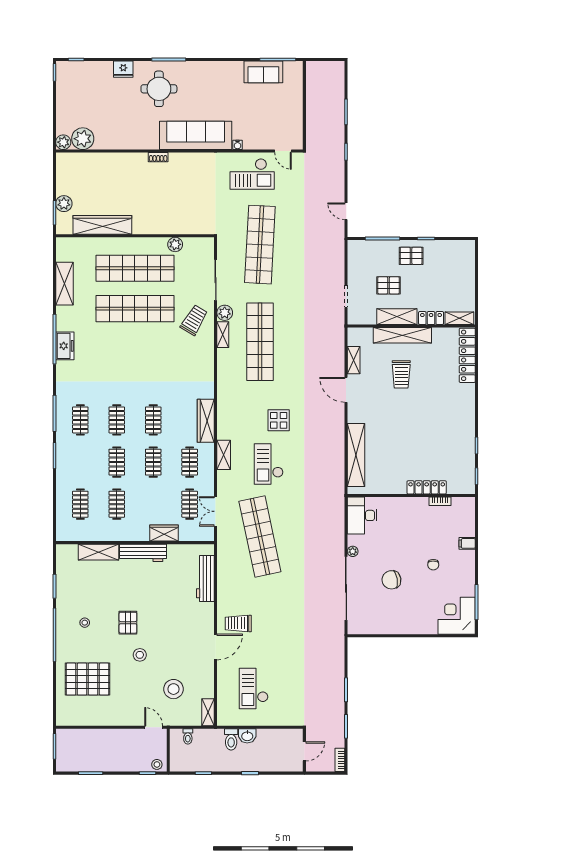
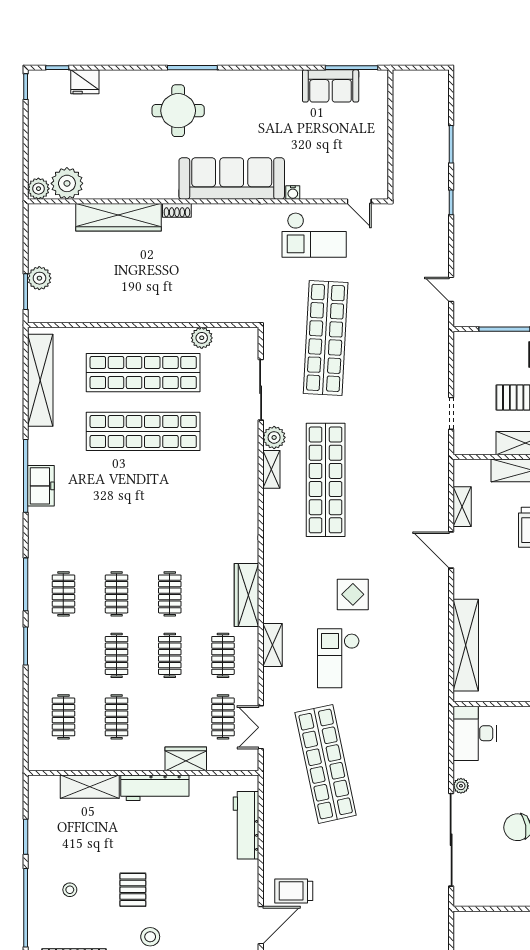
fridge: (123, 69) -> (85, 82), moved
wardrobe: (102, 225) -> (118, 217), moved, turned 180
shelving: (64, 284) -> (40, 380), width x1.47
trolley: (194, 320) -> (229, 448), removed

